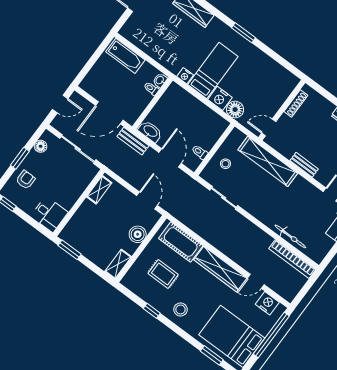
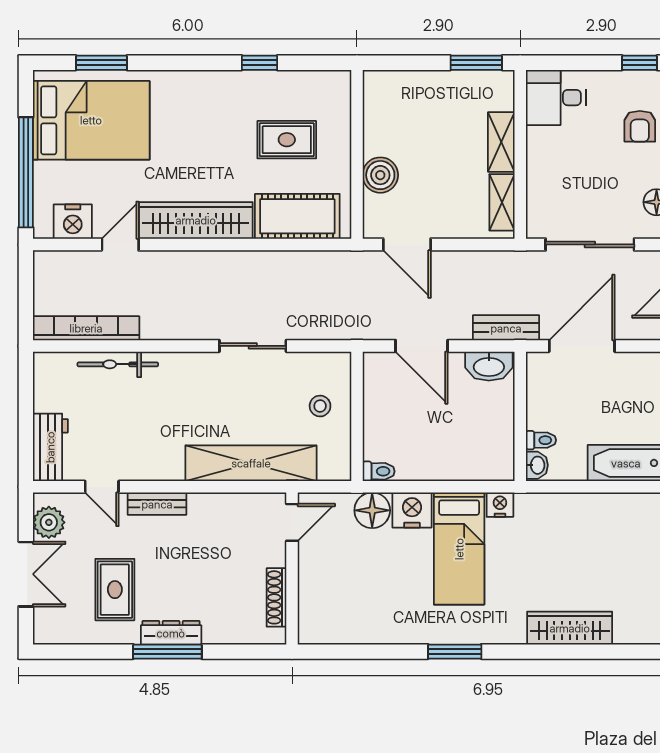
toilet: (200, 152) -> (379, 471), moved
bench: (304, 165) -> (157, 504), moved
sliding door: (224, 198) -> (253, 346), moved
shelving: (118, 264) -> (501, 142), moved
stool: (181, 309) -> (212, 101), removed

